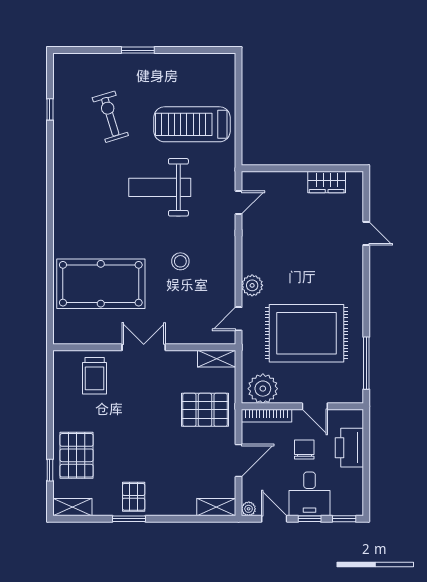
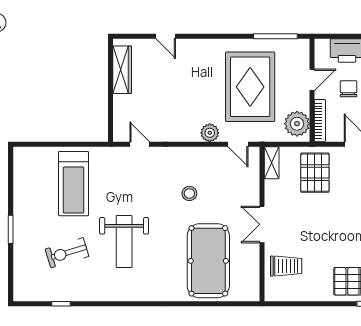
wardrobe: (327, 182) -> (122, 70), width x1.50
weight bench: (160, 187) -> (124, 241), moved
door: (366, 233) -> (166, 36), swing flipped
chair: (304, 450) -> (349, 89), turned 90

